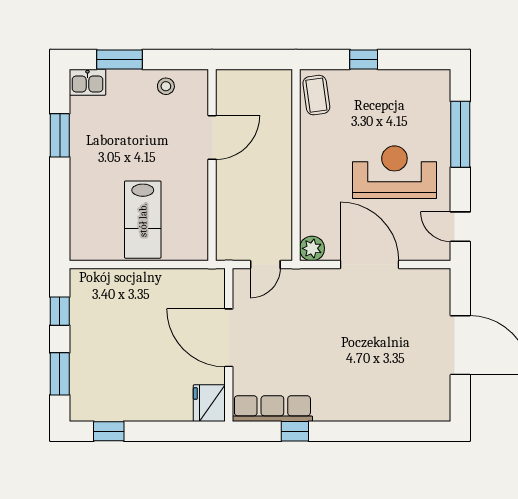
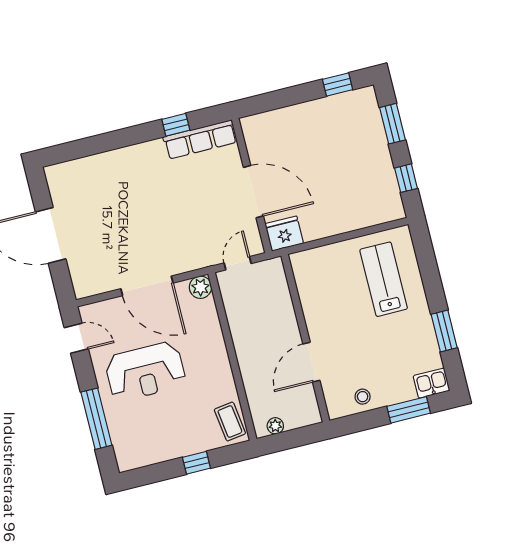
plant: (268, 78) -> (275, 426), added
lab bench: (143, 220) -> (384, 279), moved
fridge: (209, 403) -> (284, 234), moved, turned -90

